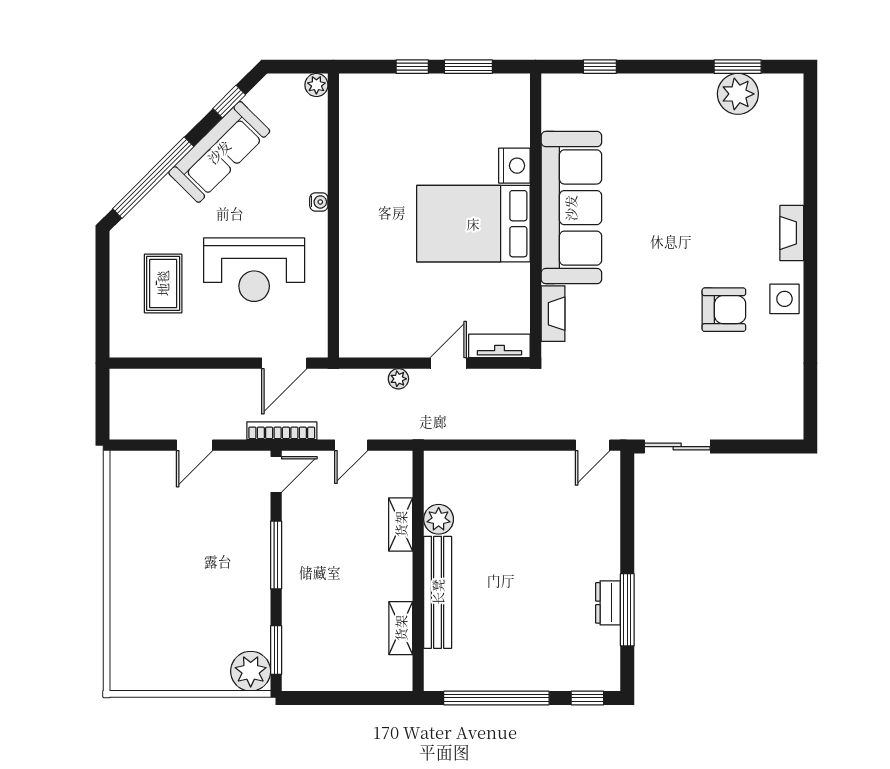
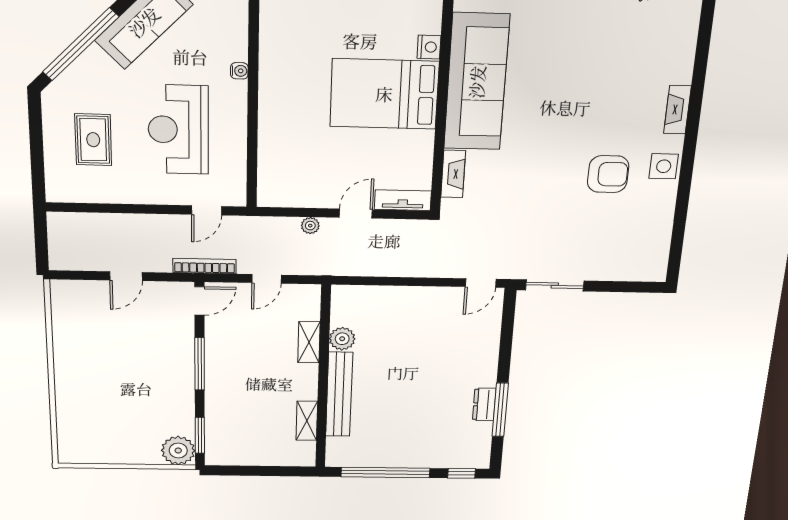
nightstand: (514, 166) -> (429, 47), width x0.74, depth x0.75
reception desk: (254, 270) -> (178, 130), turned 90
door: (284, 363) -> (207, 210), width x0.73

